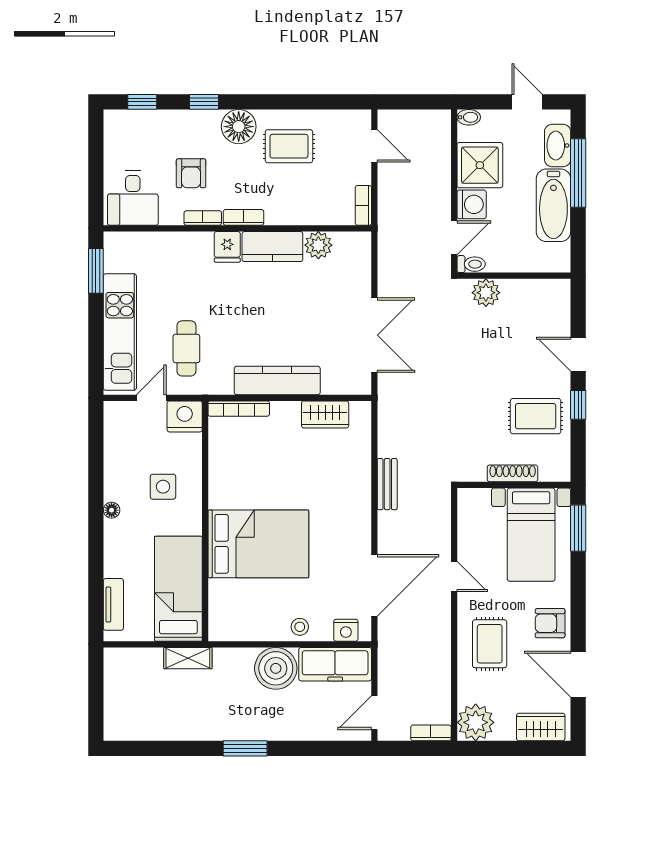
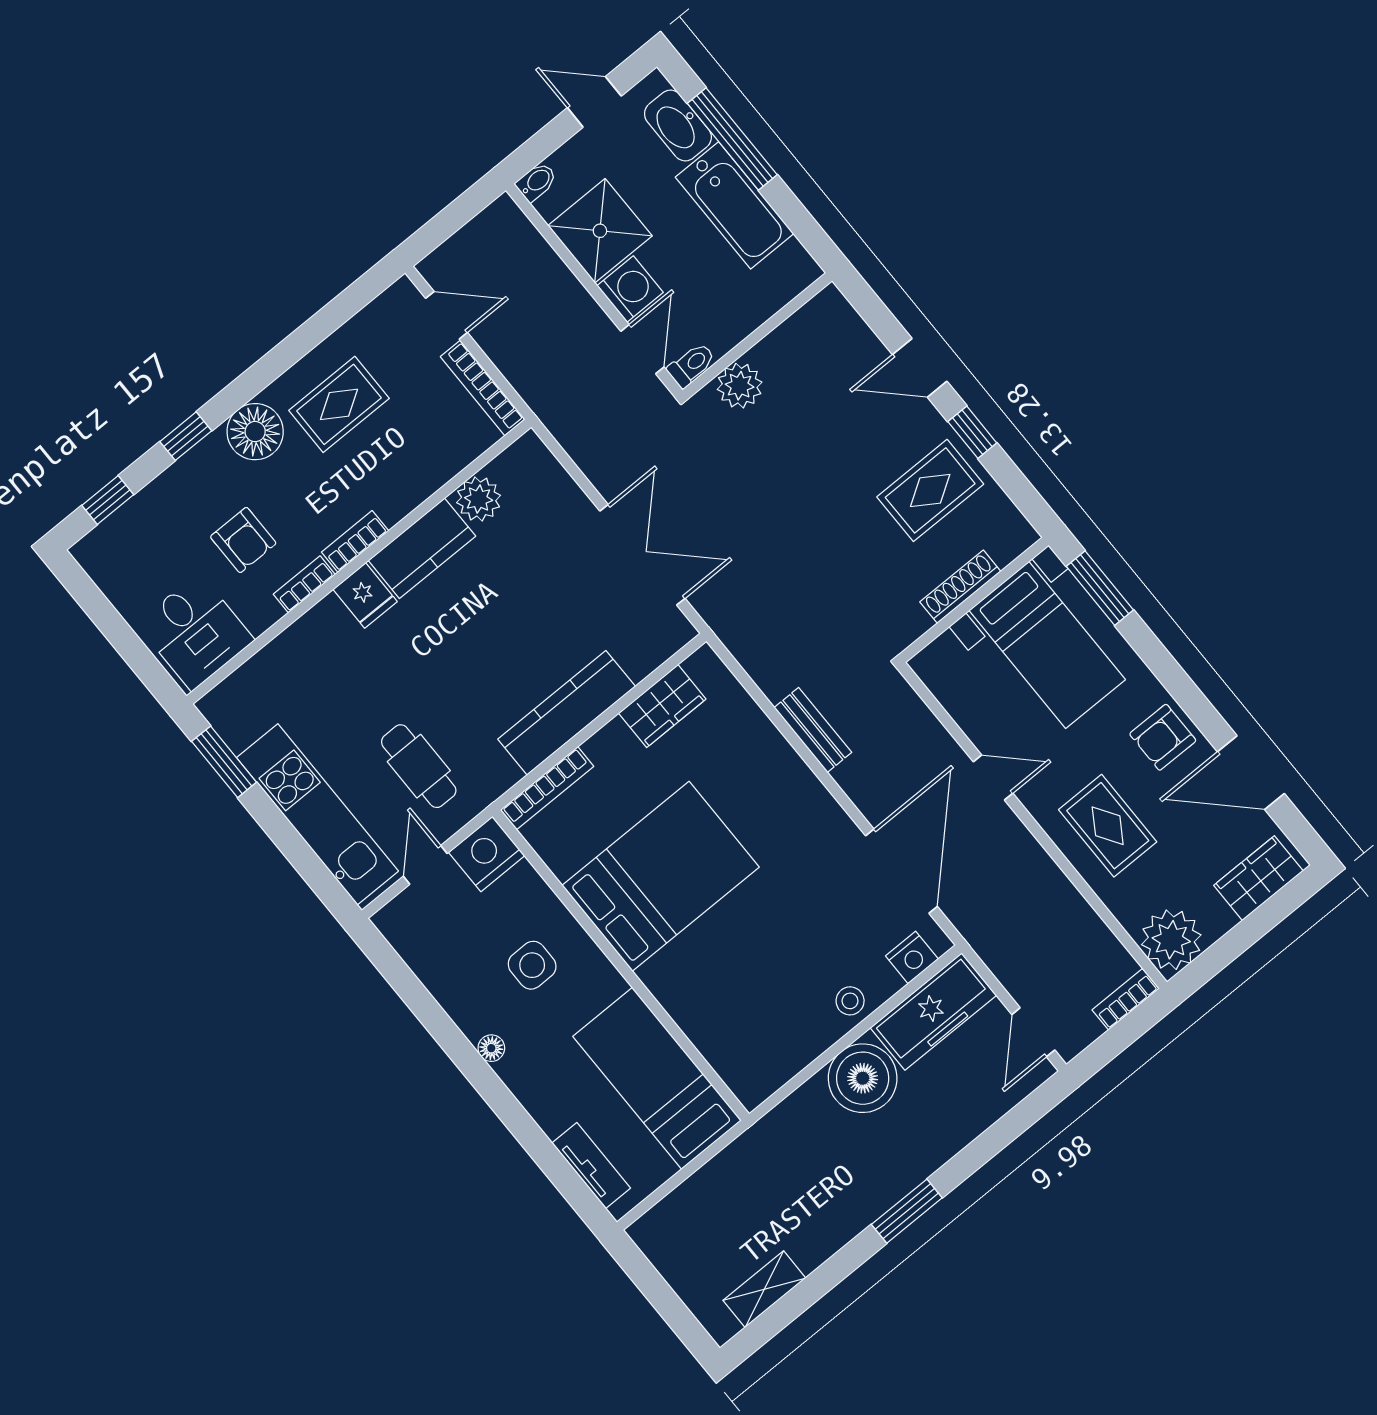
bookcase: (363, 205) -> (483, 388), width x1.56
bed: (258, 544) -> (661, 876), moved
shelving: (188, 658) -> (764, 1289), moved

